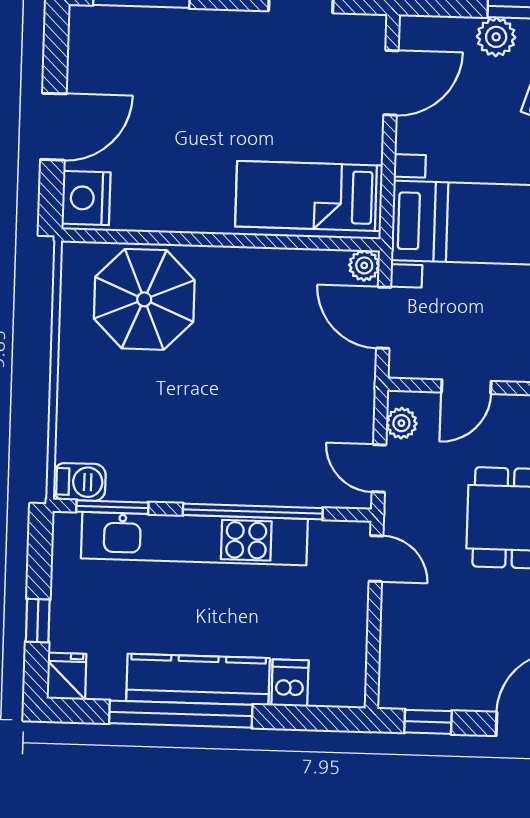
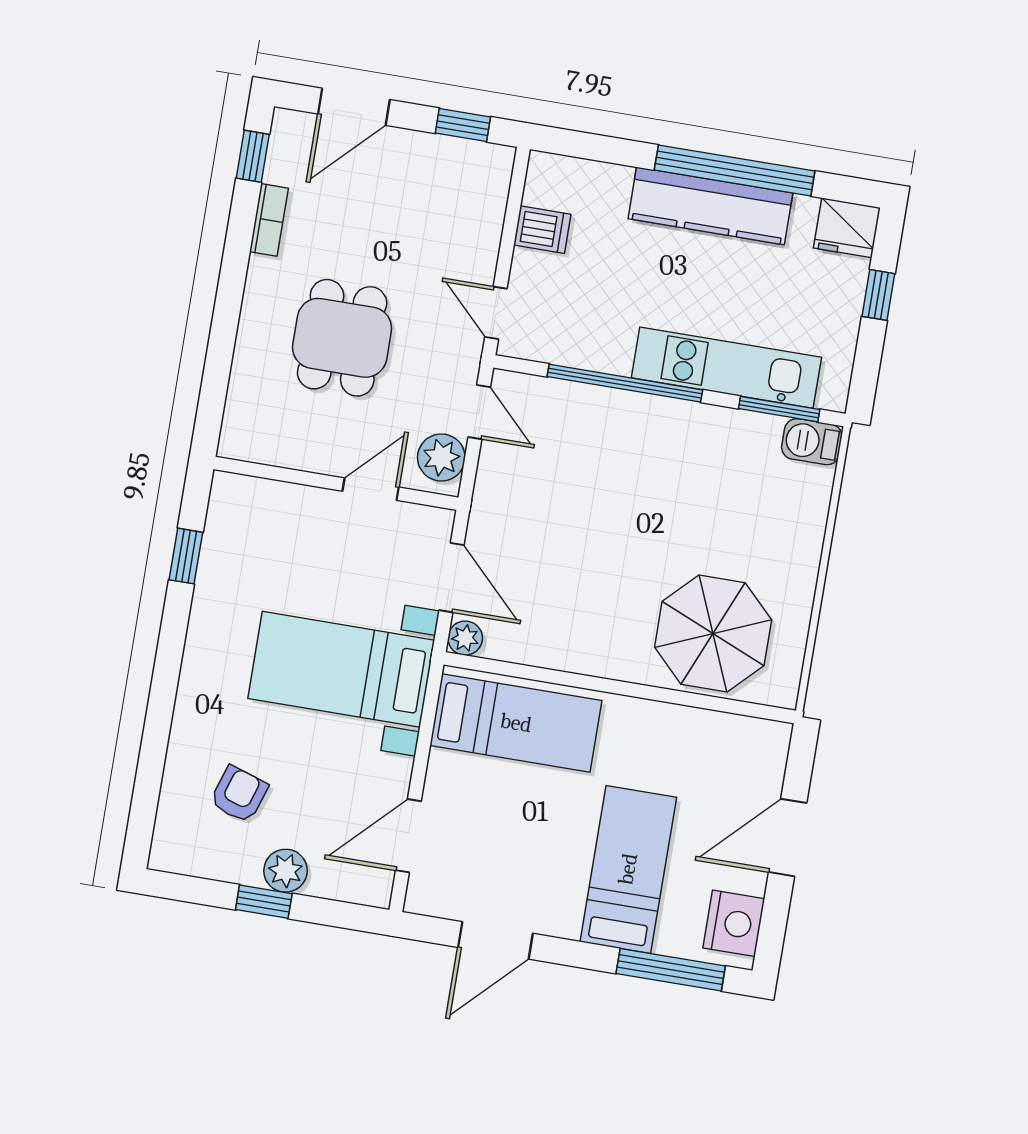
bed: (191, 79) -> (628, 869), added
nightstand: (86, 198) -> (734, 923), moved
plant: (401, 423) -> (441, 457), width x1.38, depth x1.38
kitchen unit: (194, 539) -> (726, 368), width x0.73
fridge: (67, 676) -> (847, 228), width x1.38
dishwasher: (290, 683) -> (542, 230), moved, turned -90

